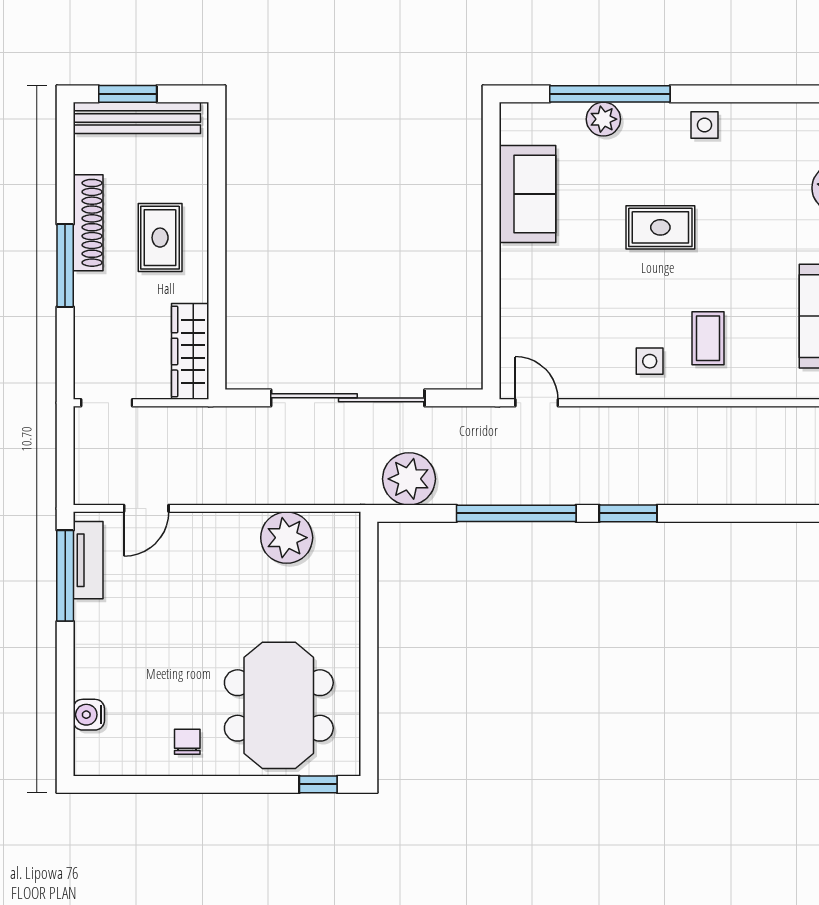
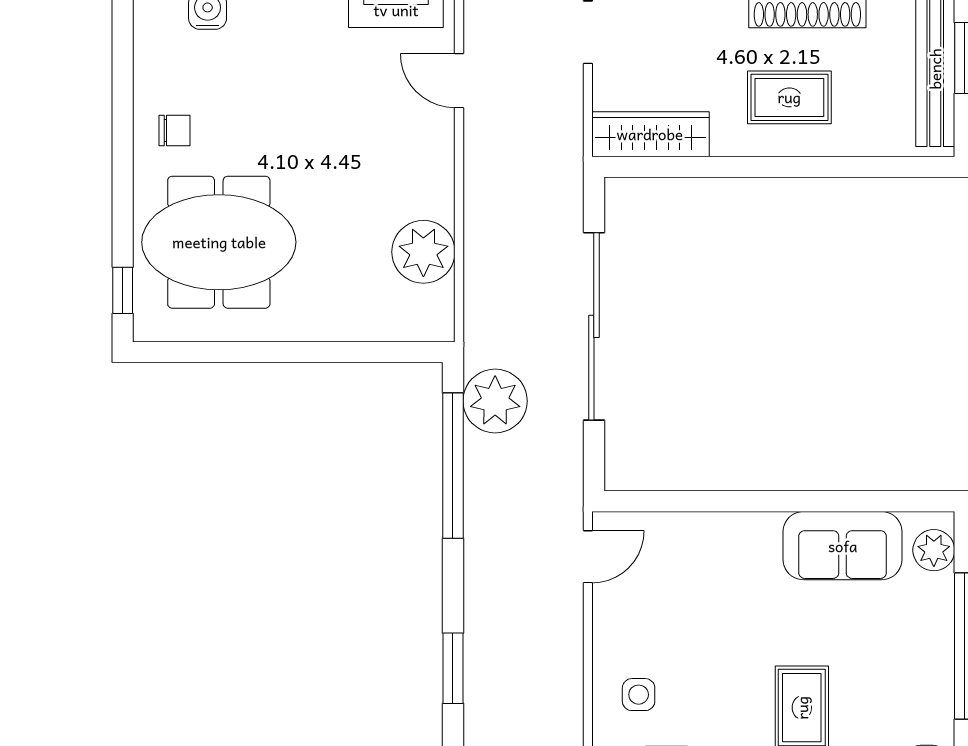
plant: (603, 119) -> (934, 550), moved
window: (516, 513) -> (453, 466), moved

